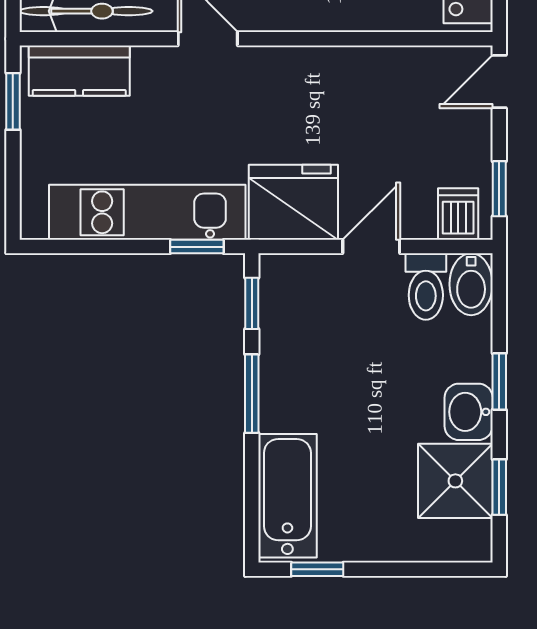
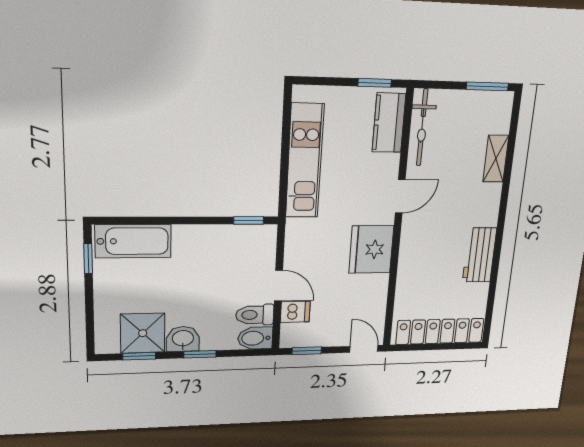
fridge: (293, 202) -> (371, 249), moved, turned 180
dishwasher: (458, 214) -> (295, 312), moved
window: (197, 247) -> (283, 190), removed
window: (252, 394) -> (195, 221), removed

